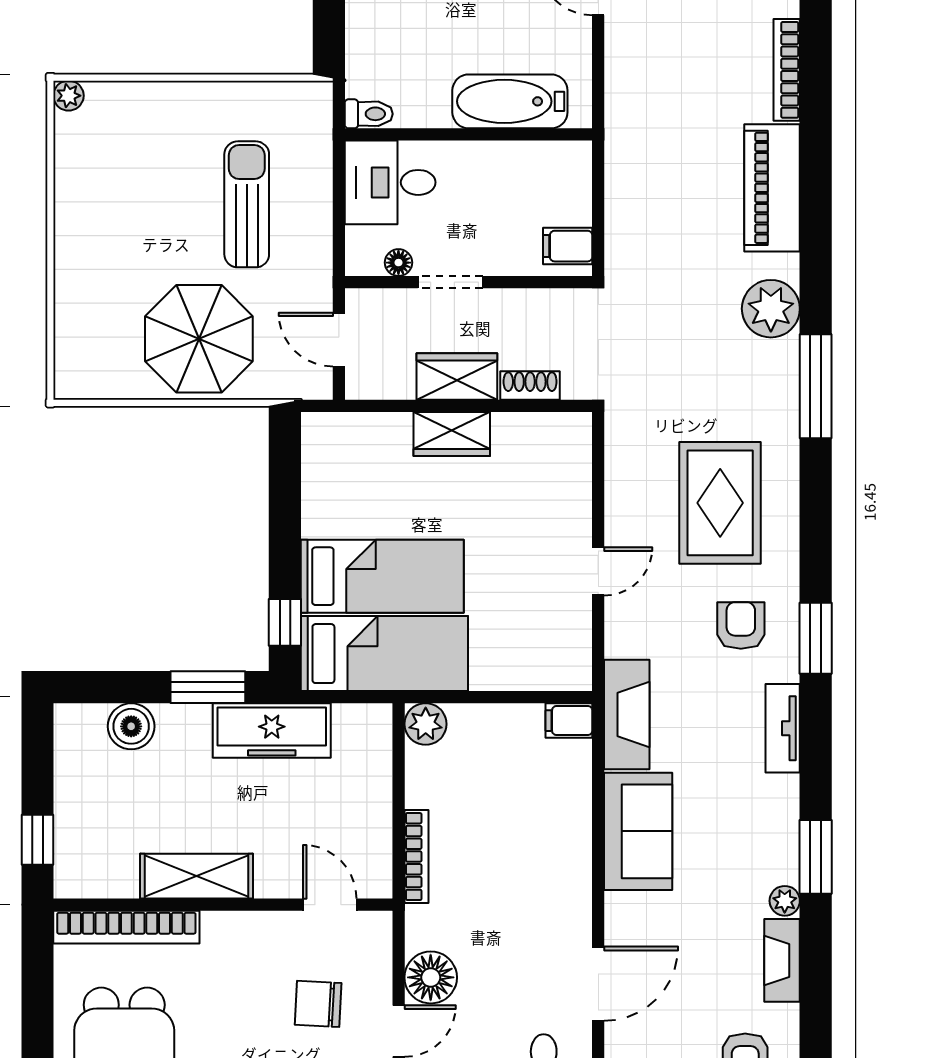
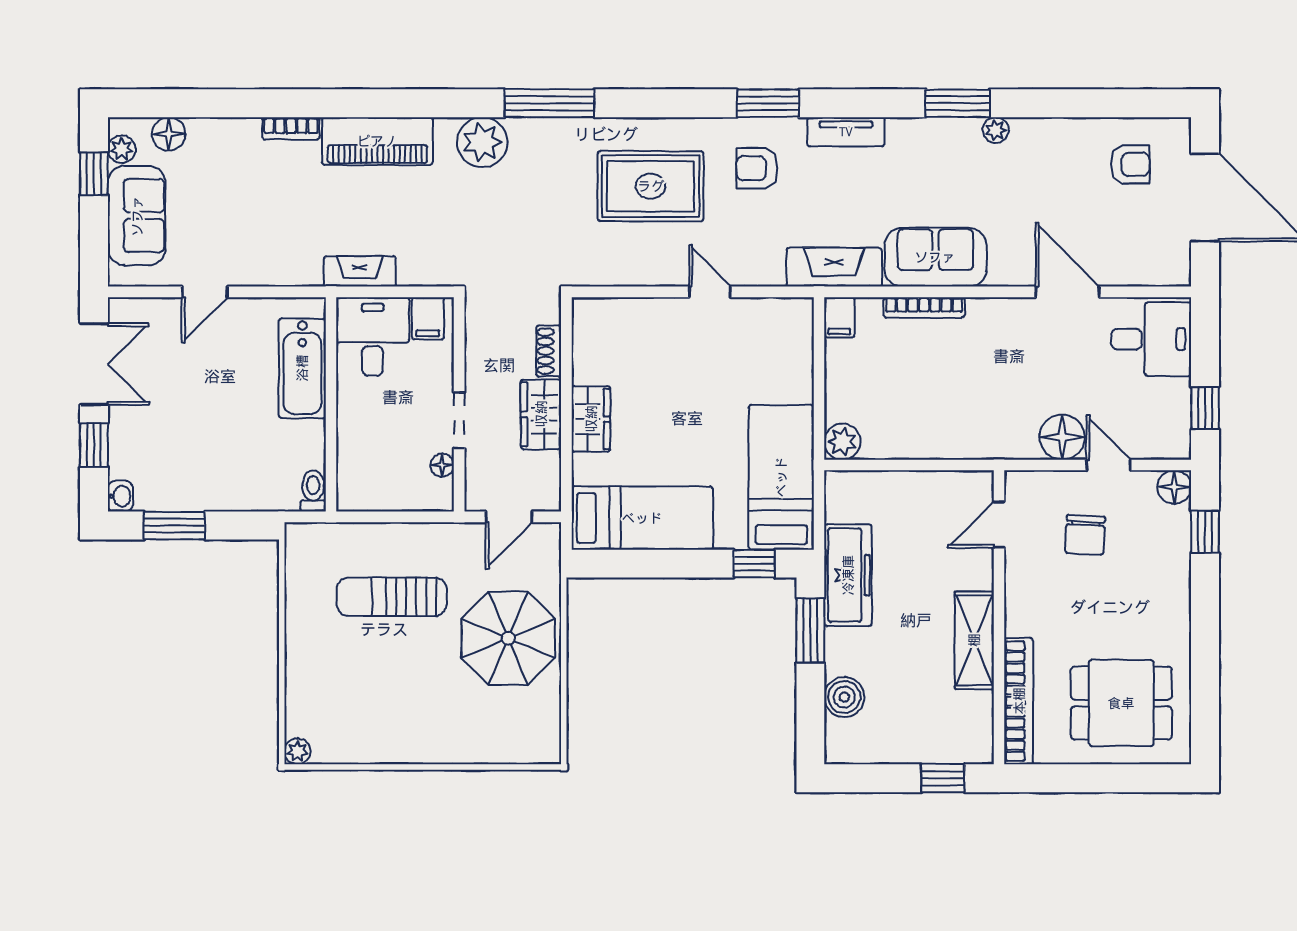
bookcase: (787, 70) -> (291, 128), width x0.64
desk: (390, 182) -> (373, 336), moved, turned 180
bed: (382, 576) -> (642, 518), moved, turned 90
bookcase: (417, 857) -> (924, 307), moved, turned 180
fireplace: (782, 960) -> (360, 271), moved, turned 180

